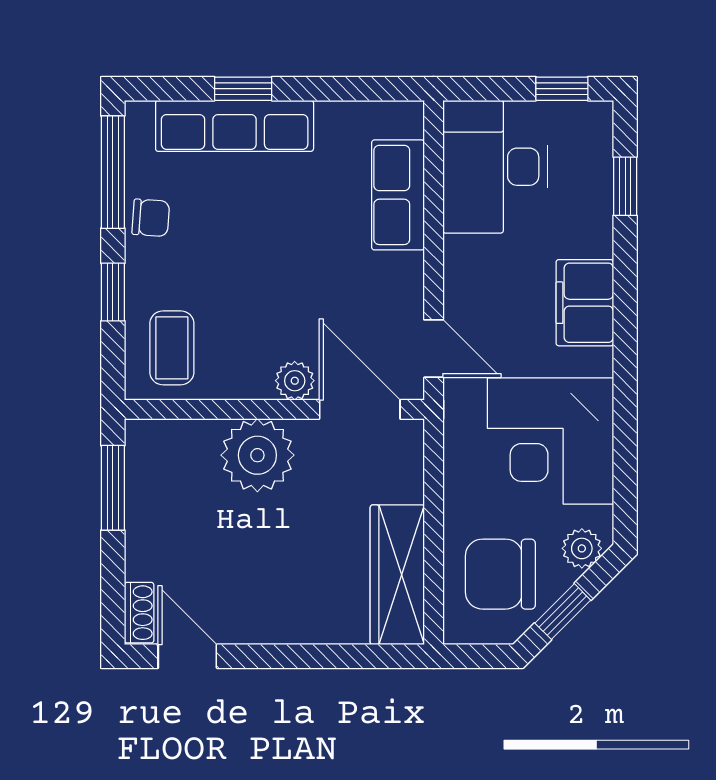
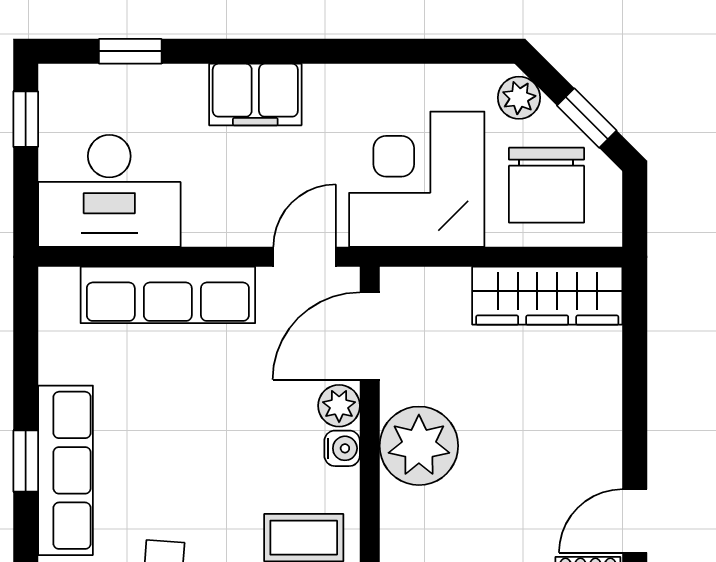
row of seats: (398, 195) -> (168, 295), width x1.48
water cooler: (255, 384) -> (342, 448), added
corner desk: (550, 441) -> (417, 179), moved, turned 180

